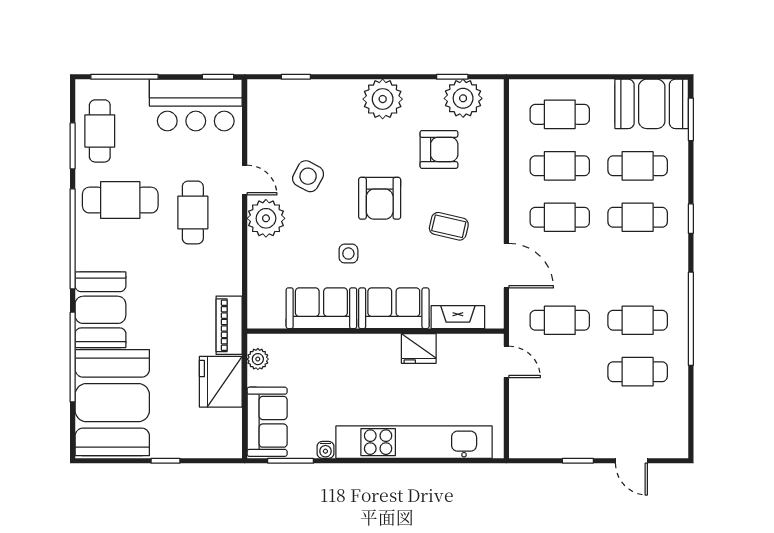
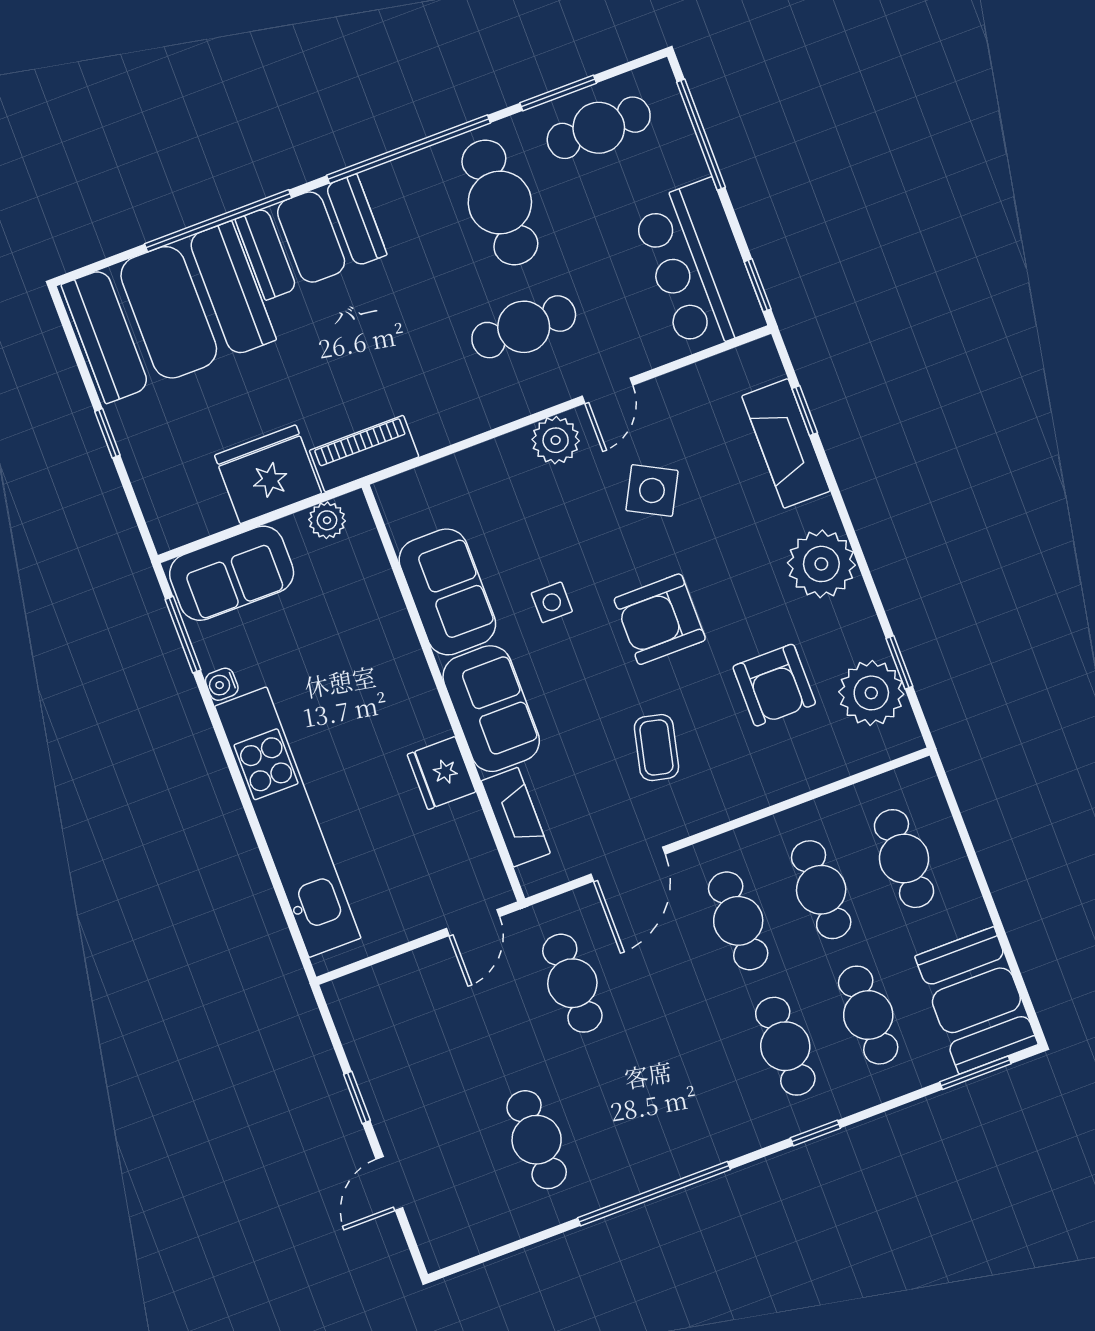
fireplace: (310, 94) -> (786, 443), added
plant: (266, 218) -> (556, 440), width x0.73, depth x0.73
cafe table: (638, 320) -> (619, 1109), removed

